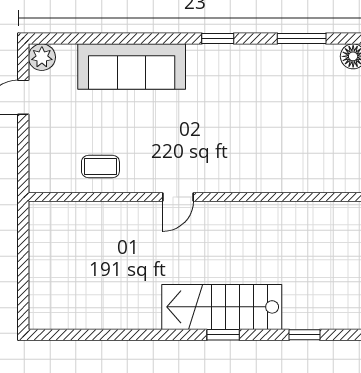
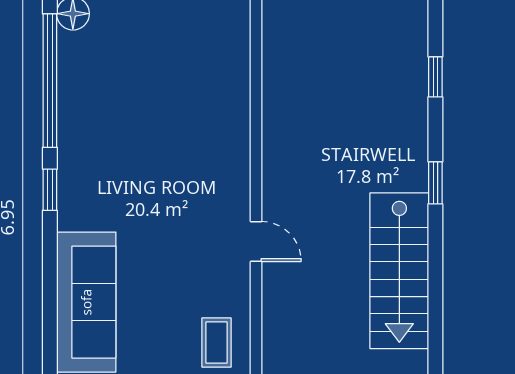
window: (302, 39) -> (50, 81), width x2.11
stairs: (222, 307) -> (399, 271), moved

